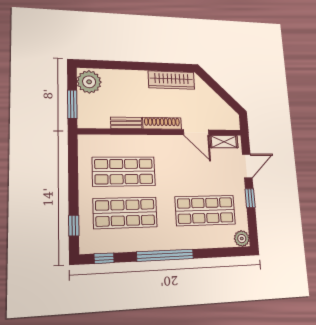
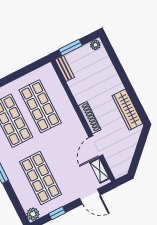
plant: (89, 82) -> (95, 45), width x0.53, depth x0.53
bench: (126, 123) -> (65, 68), moved
window: (250, 198) -> (57, 213), moved

